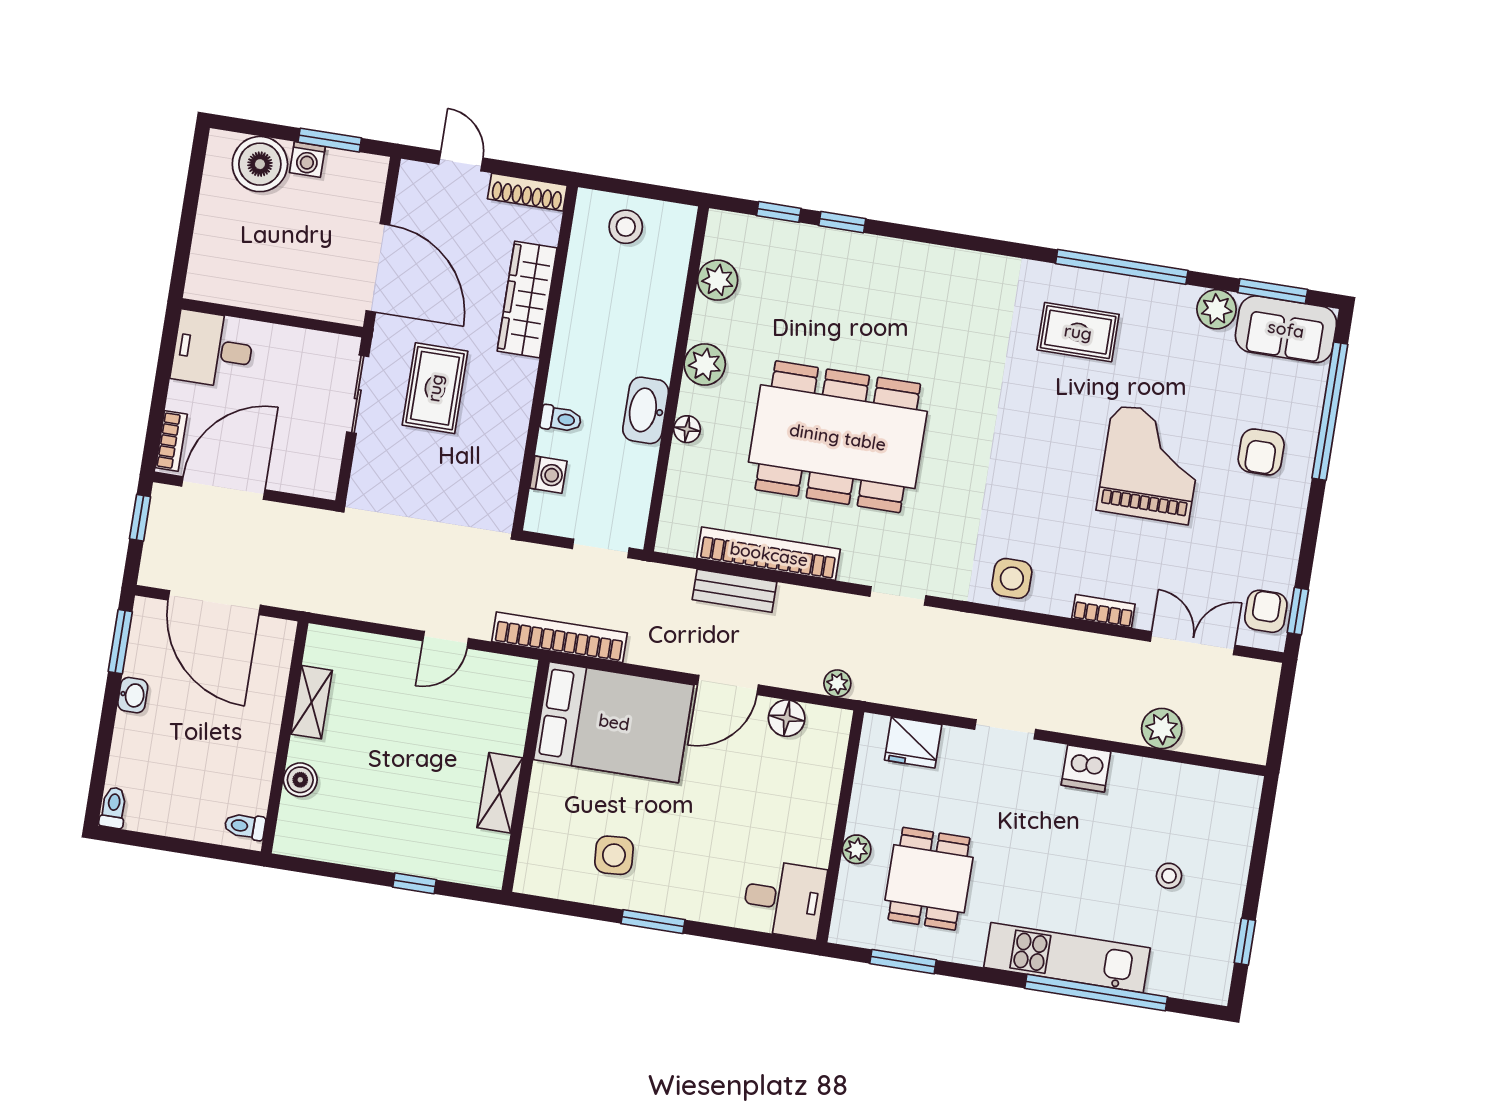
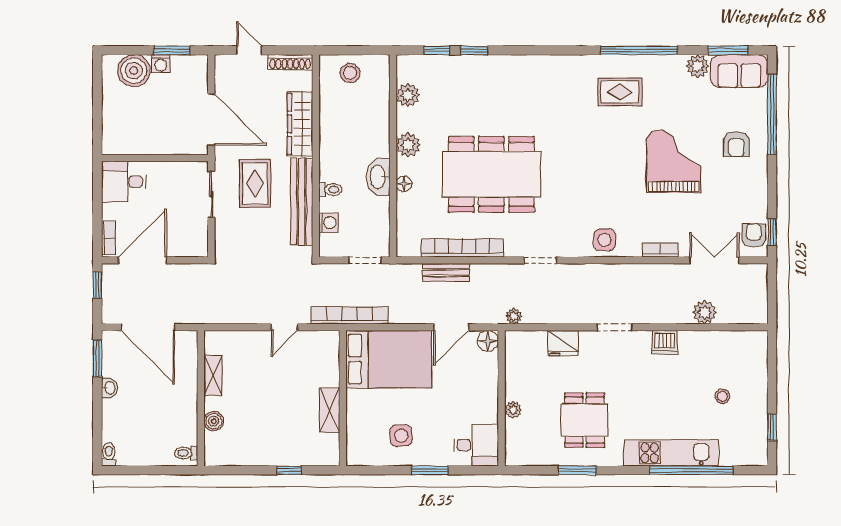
bench: (509, 432) -> (302, 202), added
wall: (840, 826) -> (502, 398), moved
plant: (857, 849) -> (513, 410), moved
desk: (784, 899) -> (476, 445), moved

